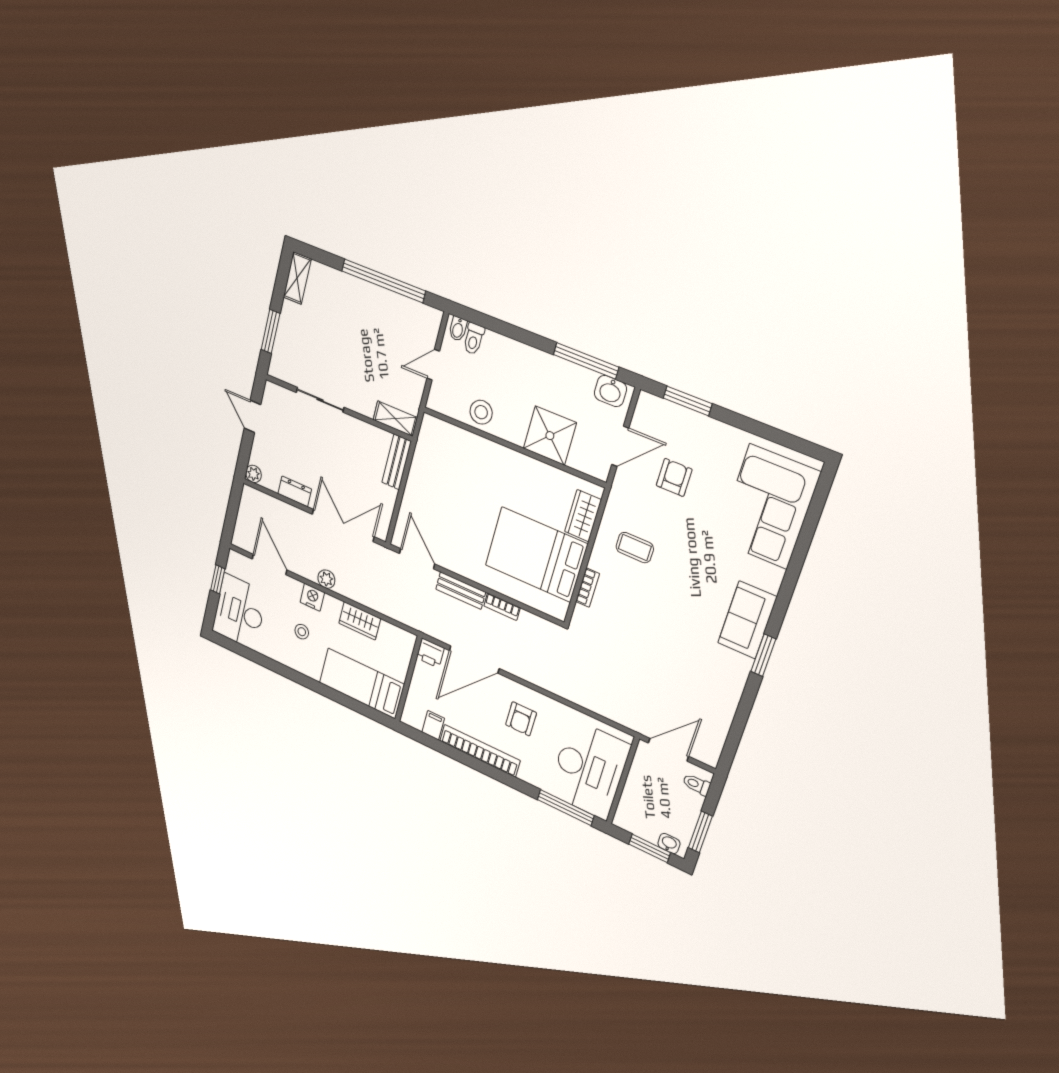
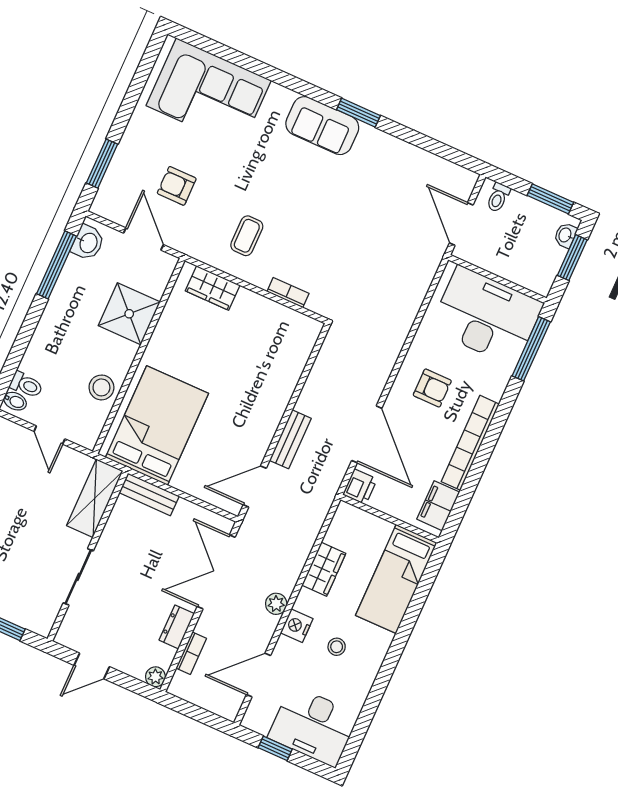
shelving: (395, 419) -> (95, 498), width x1.50, depth x1.33
bed: (536, 554) -> (157, 425), moved, turned 180
bookcase: (502, 607) -> (191, 653), moved
filing cabinet: (433, 725) -> (438, 506), width x2.00

